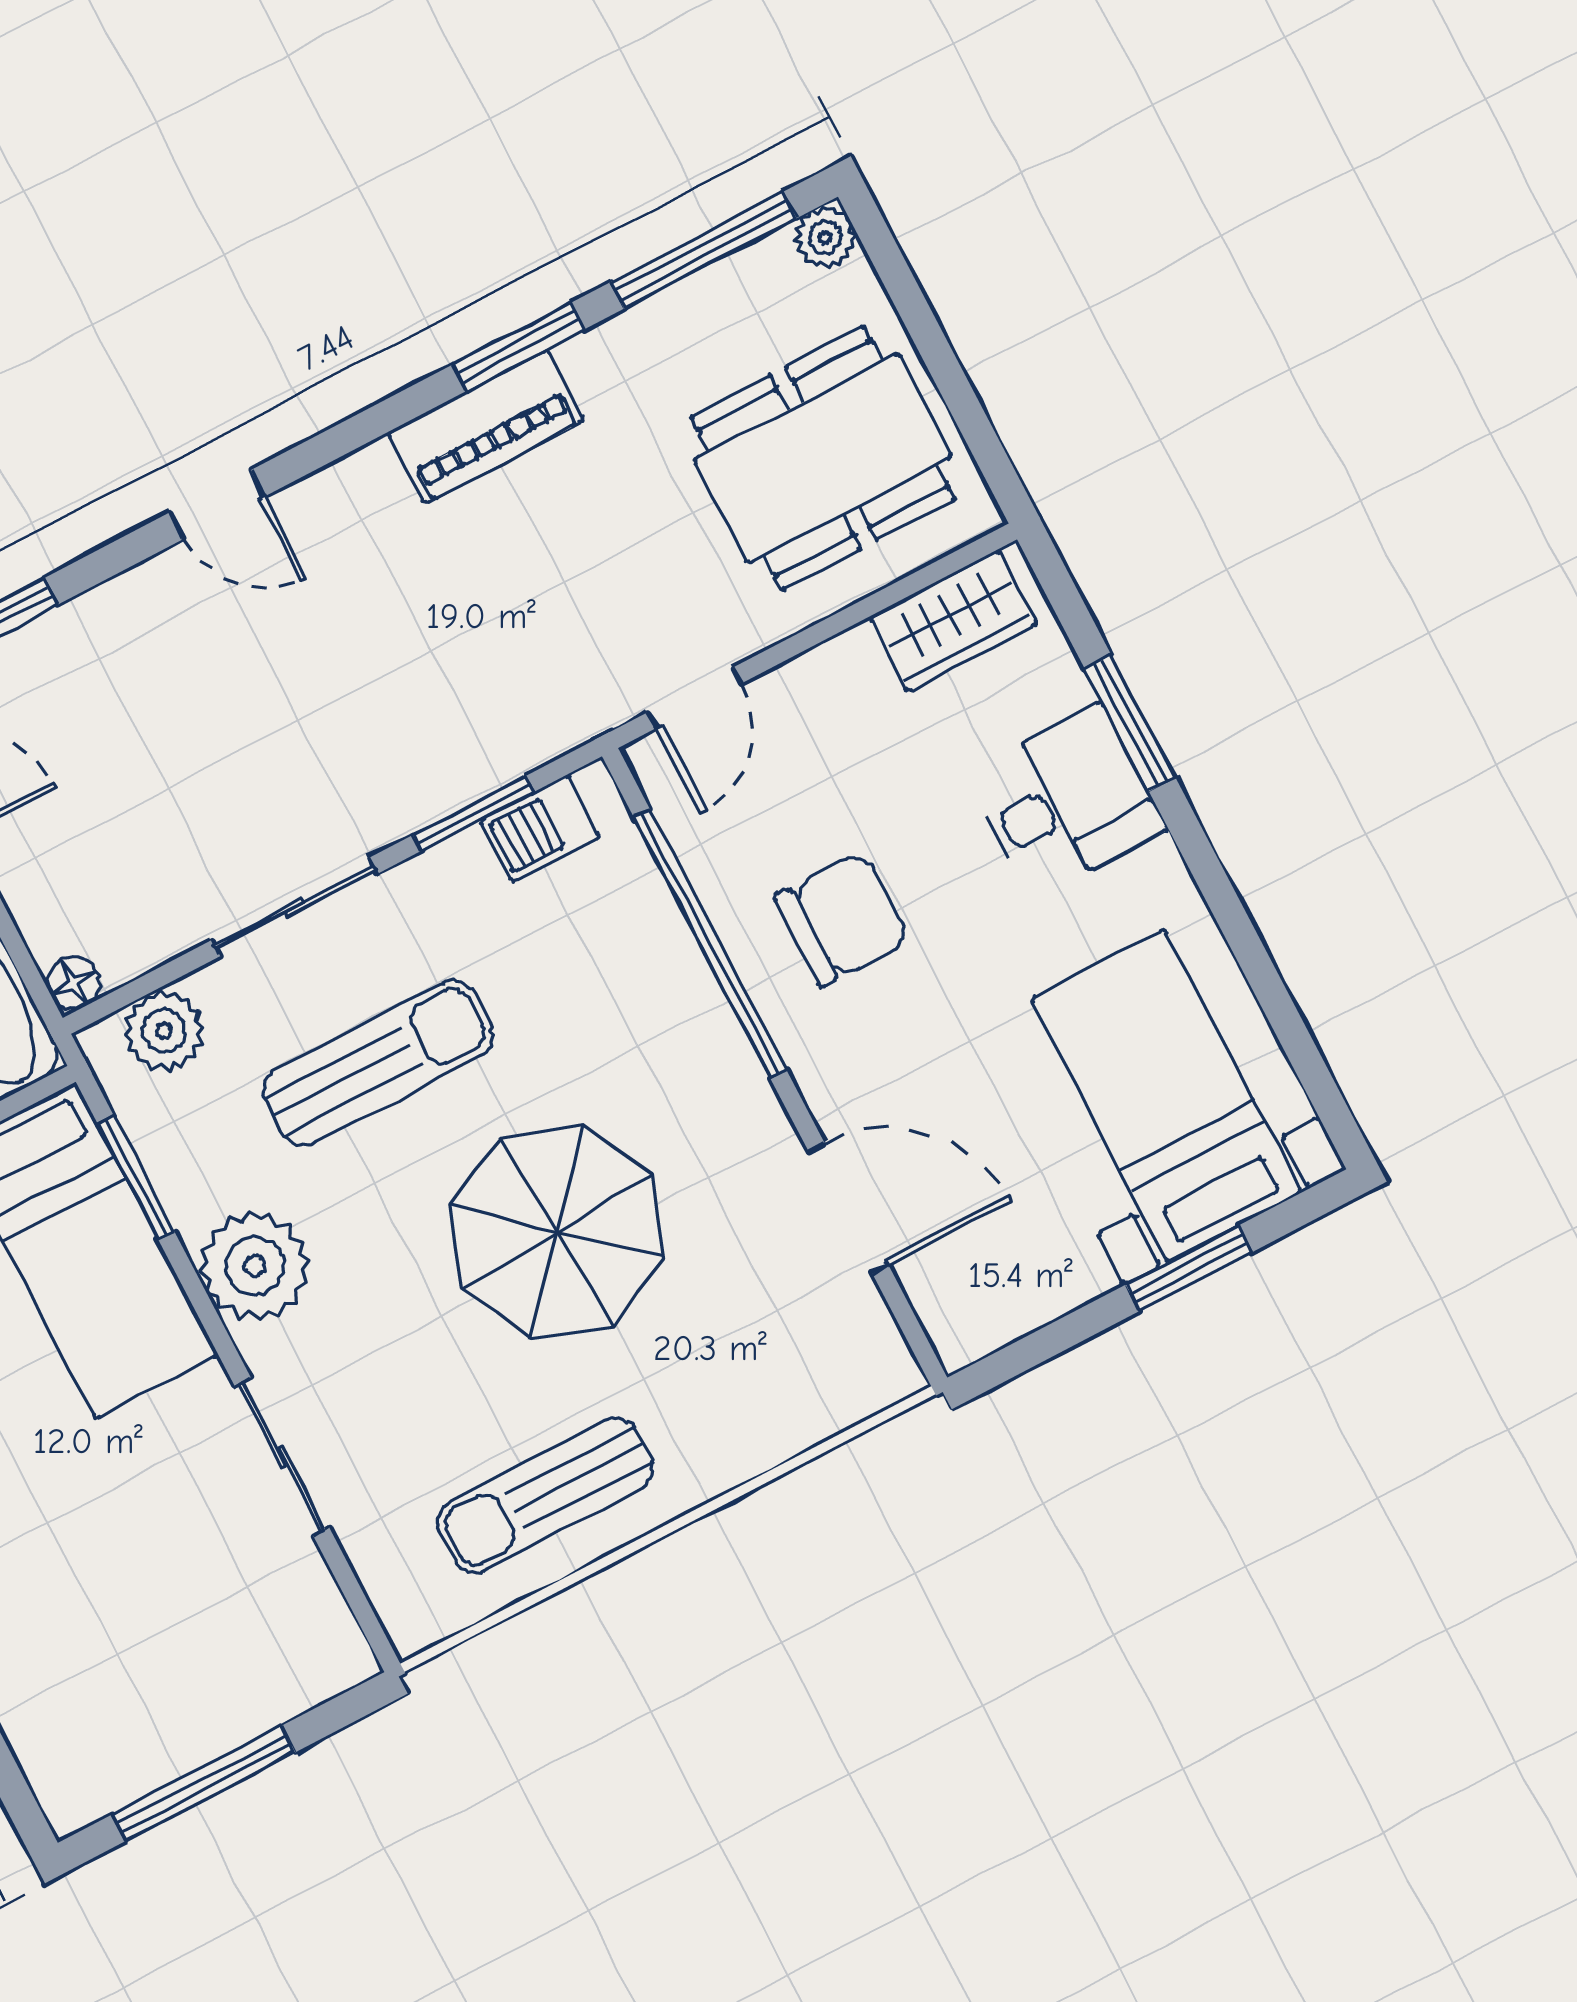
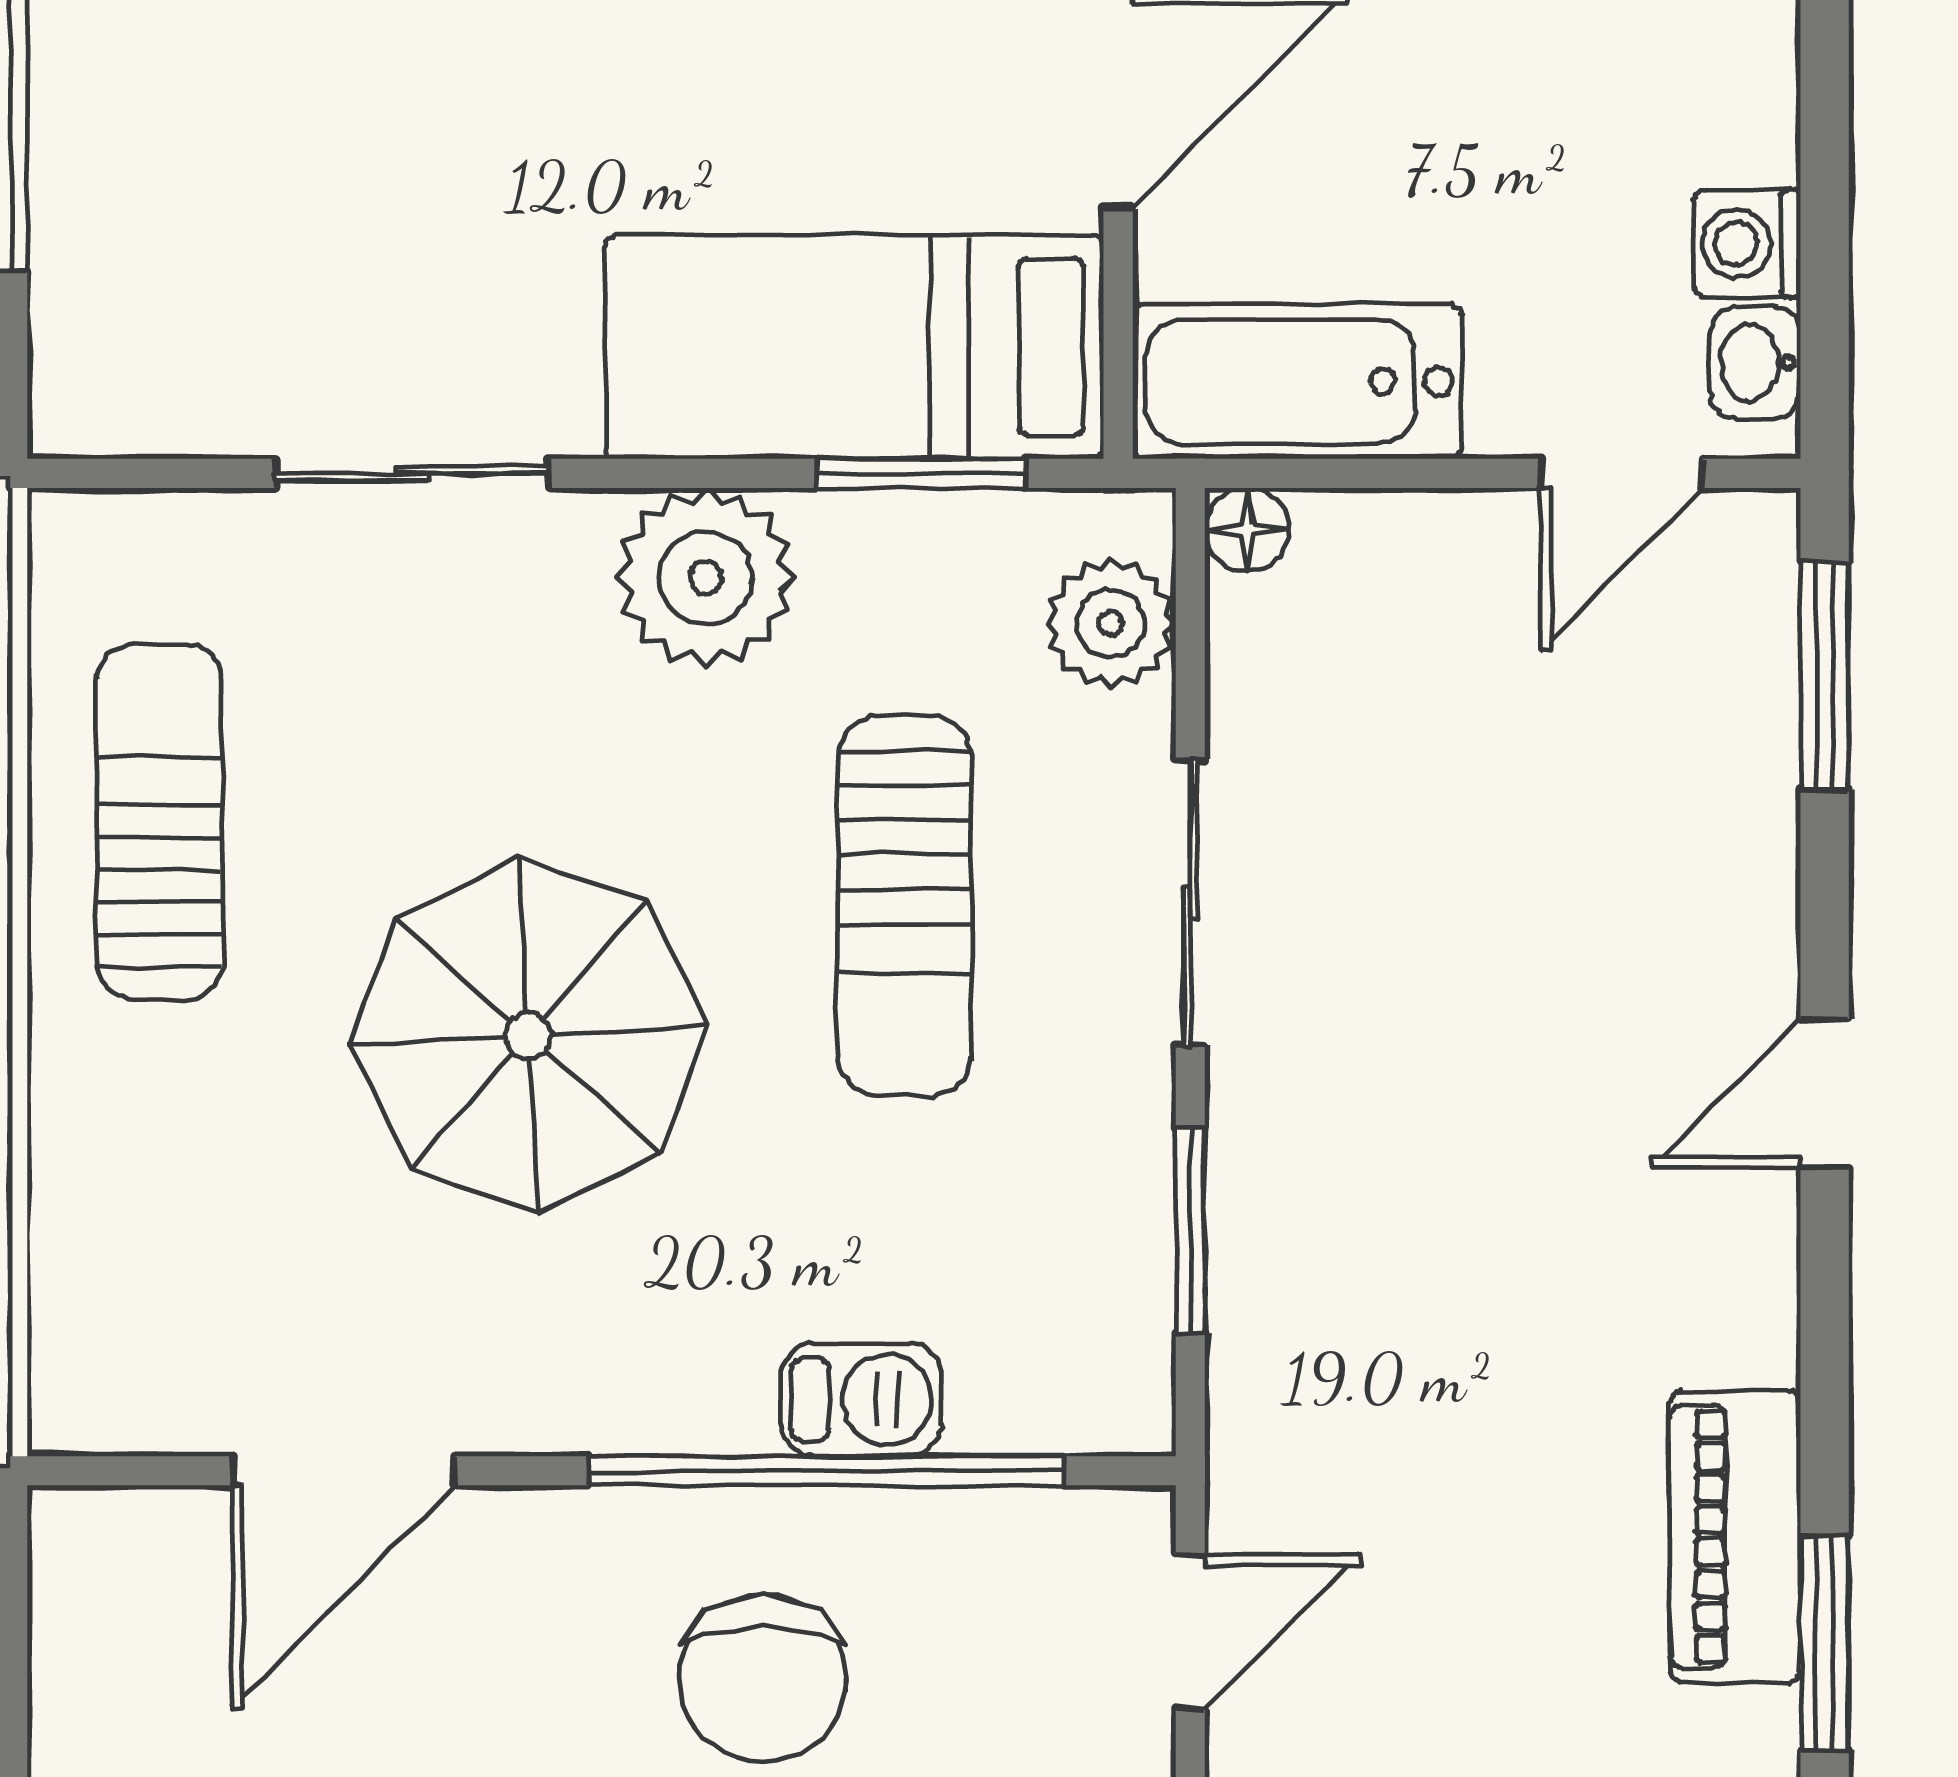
door: (694, 698) -> (1190, 1632), swing flipped
barbecue: (540, 828) -> (861, 1399), moved, turned 90

